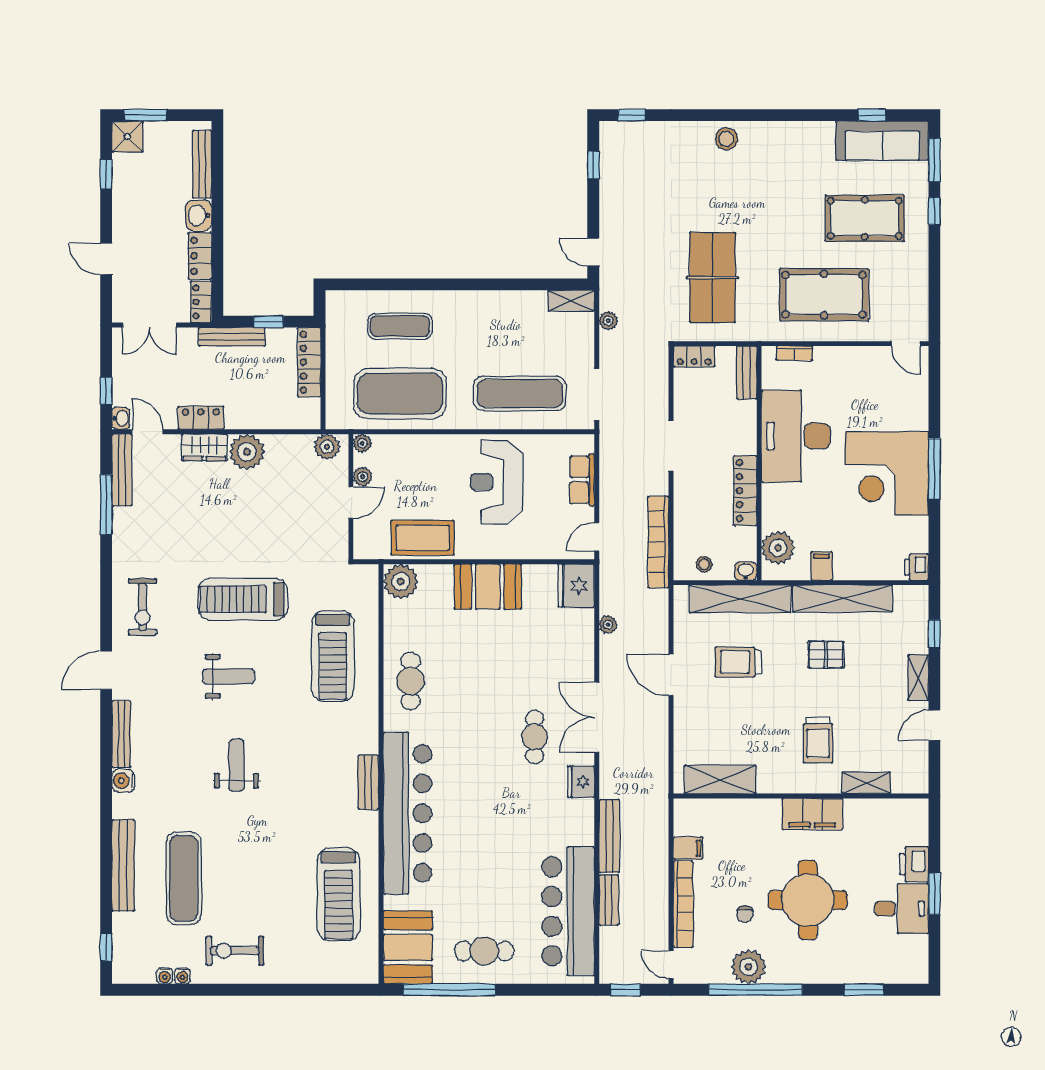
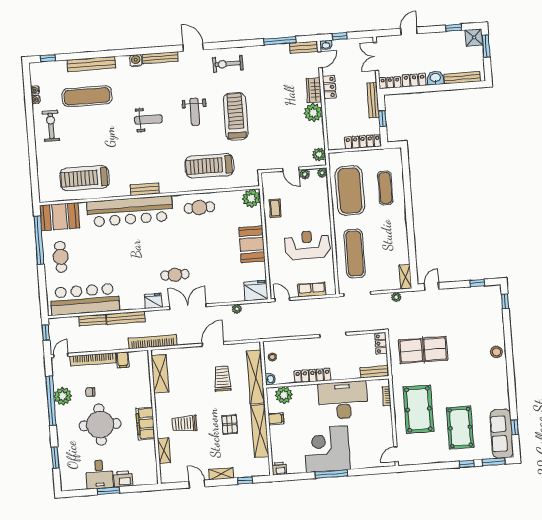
bench: (122, 470) -> (304, 47), width x0.73
coffee table: (423, 538) -> (275, 208), width x0.54, depth x0.58
bookcase: (658, 542) -> (153, 342), moved

